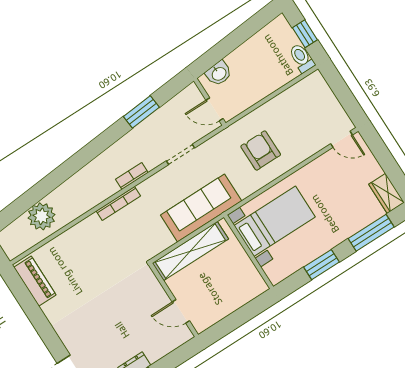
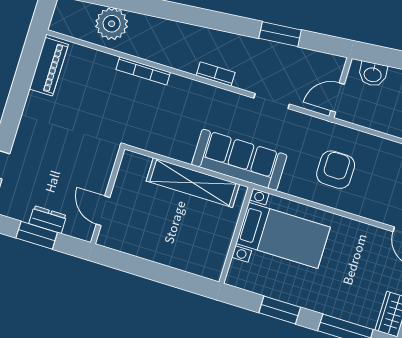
door: (214, 109) -> (337, 97), hinge flipped
bookcase: (118, 203) -> (143, 71), moved
wall: (174, 300) -> (108, 196), moved
door: (181, 311) -> (103, 211), moved

